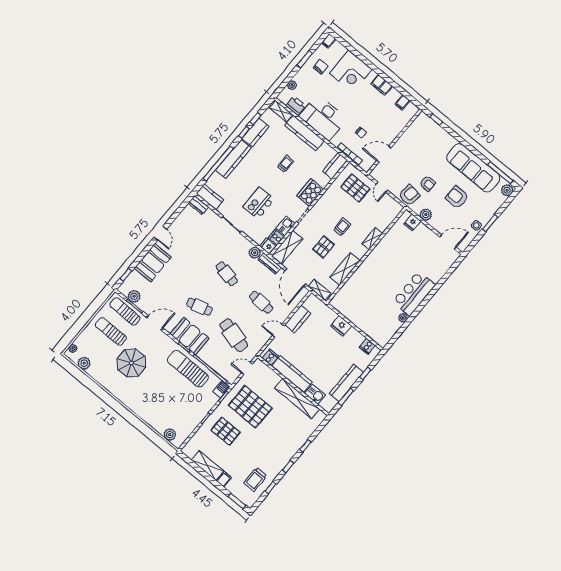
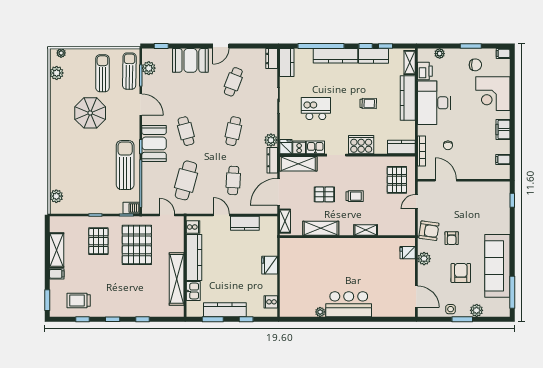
plant: (507, 190) -> (477, 310), moved
cafe table: (192, 245) -> (233, 82), added

